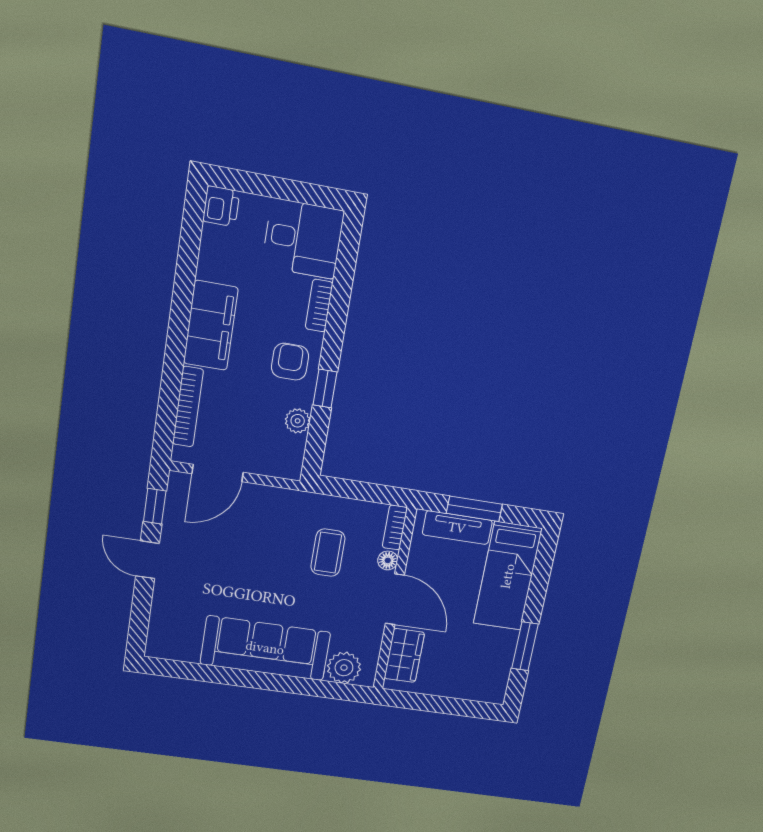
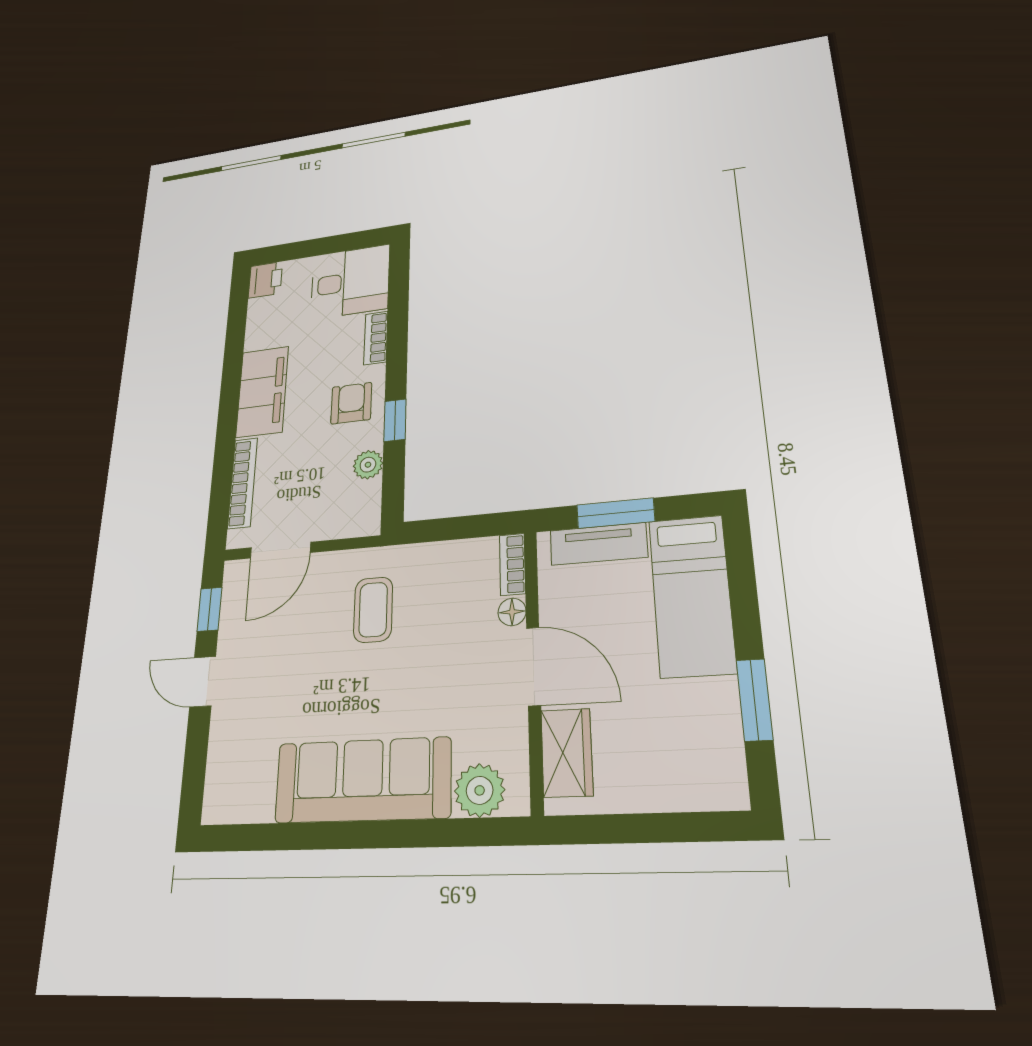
coffee table: (328, 553) -> (373, 610), moved

